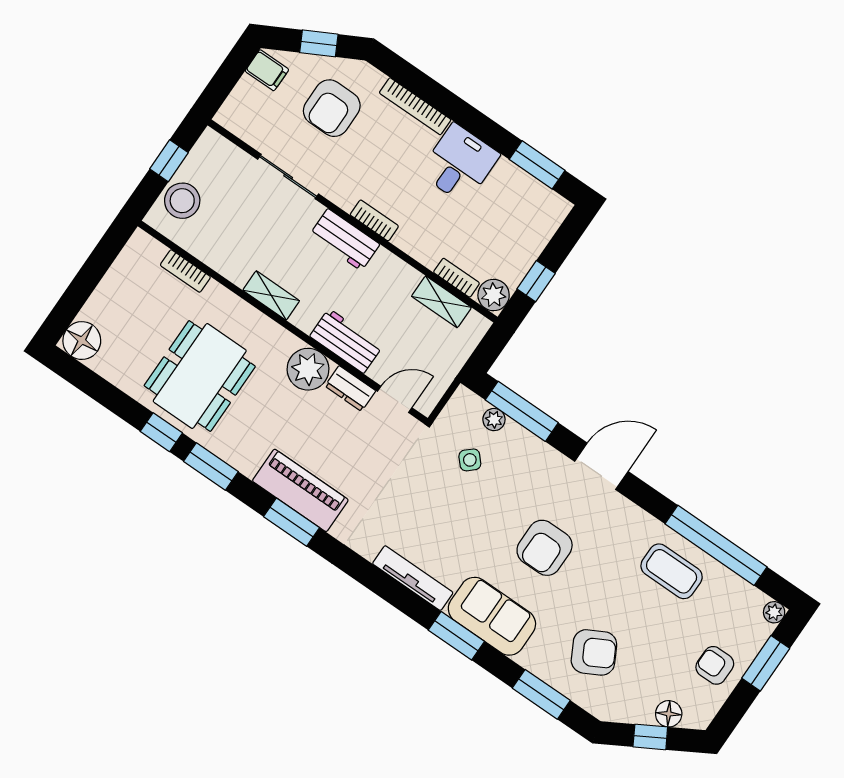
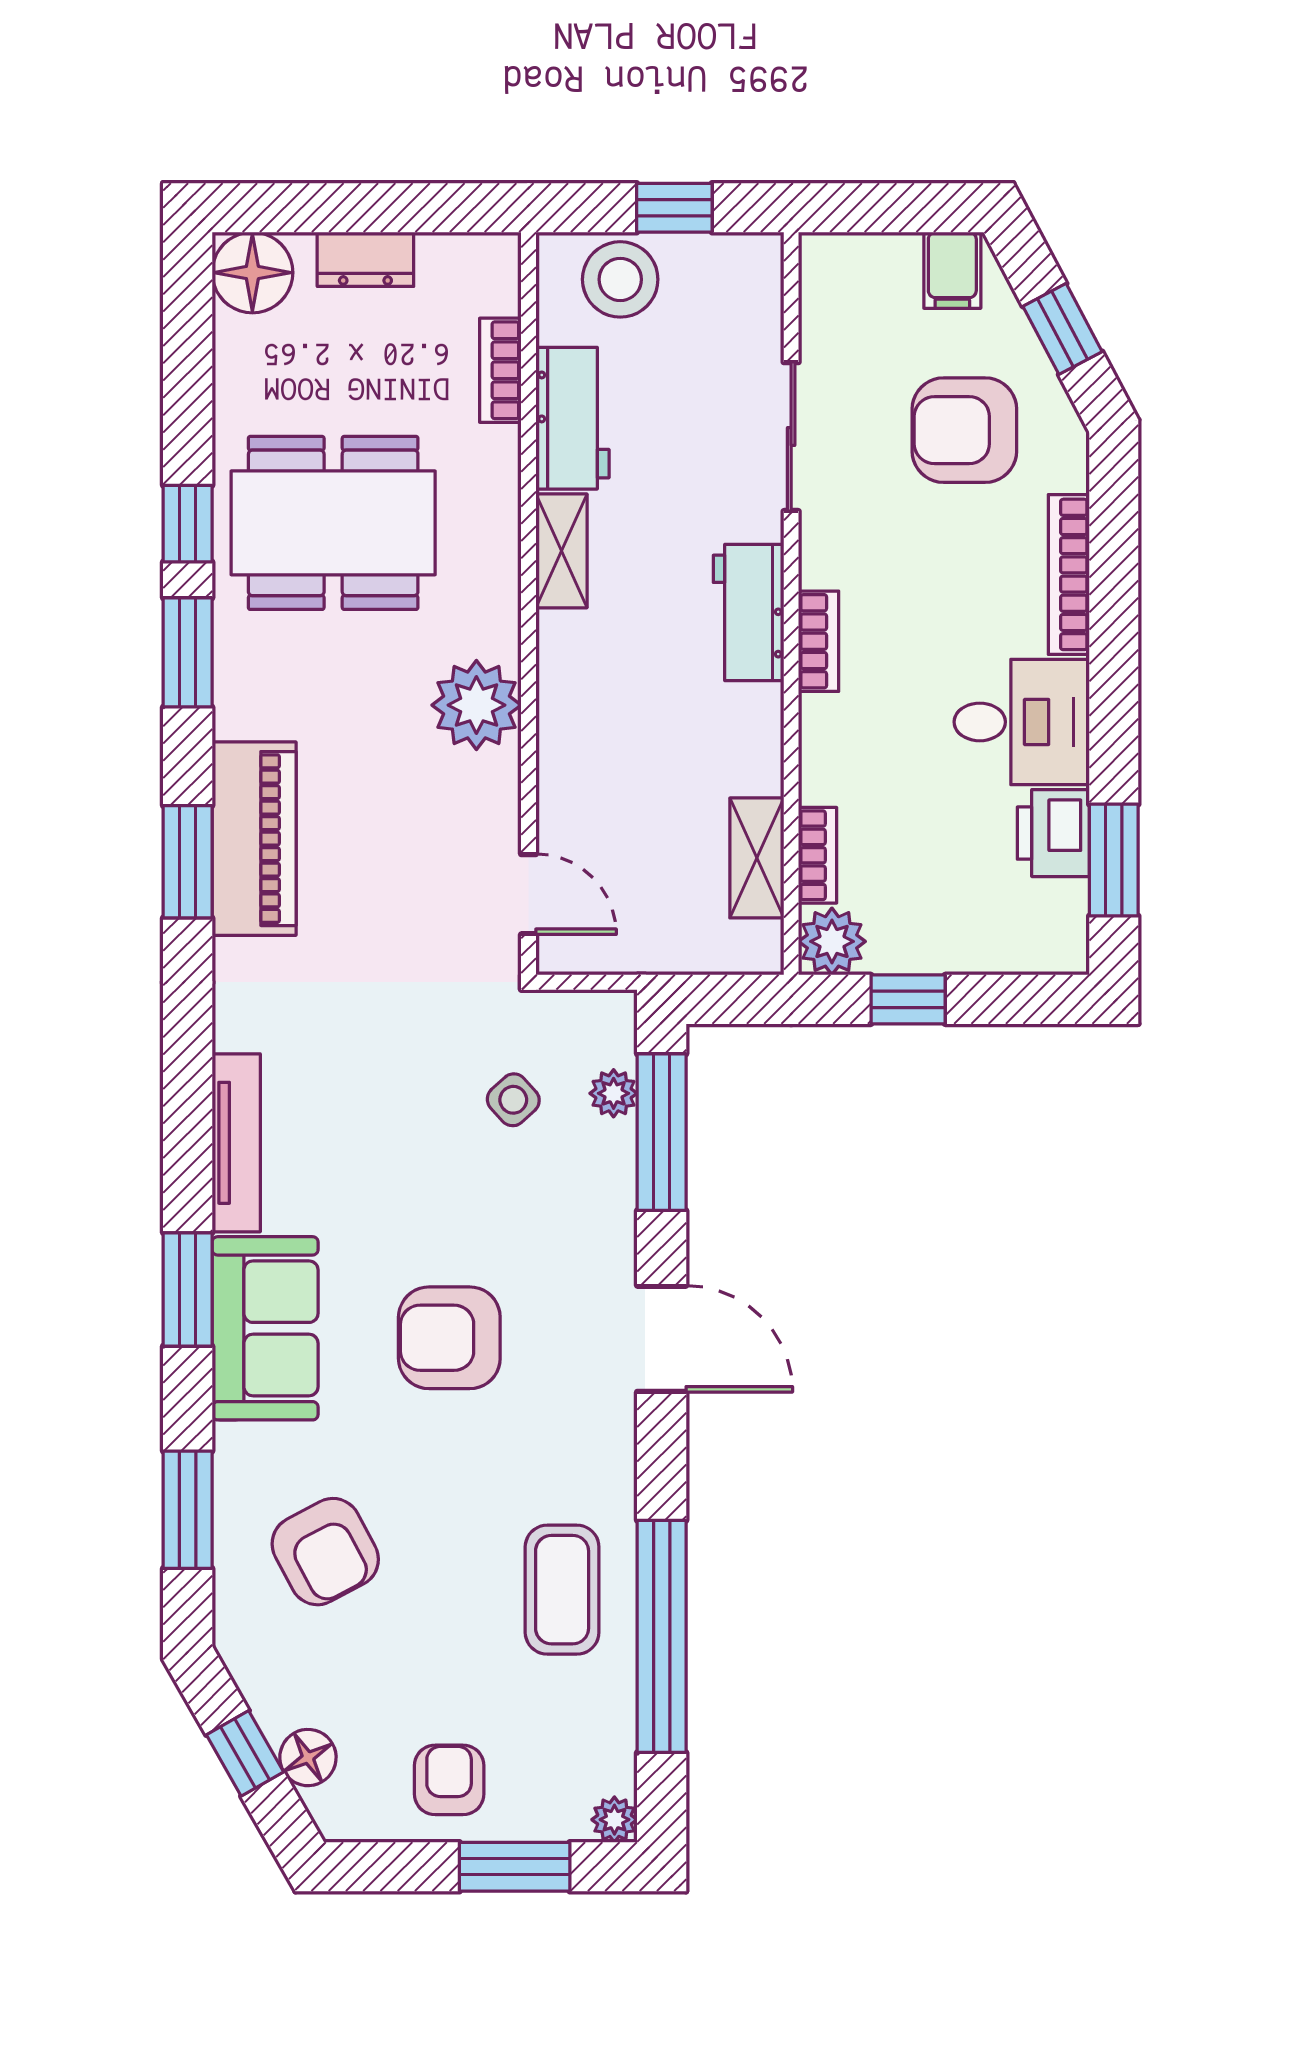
printer: (511, 181) -> (1053, 833), added
workbench: (346, 341) -> (572, 418), moved
dresser: (350, 388) -> (365, 259), moved, turned -90

